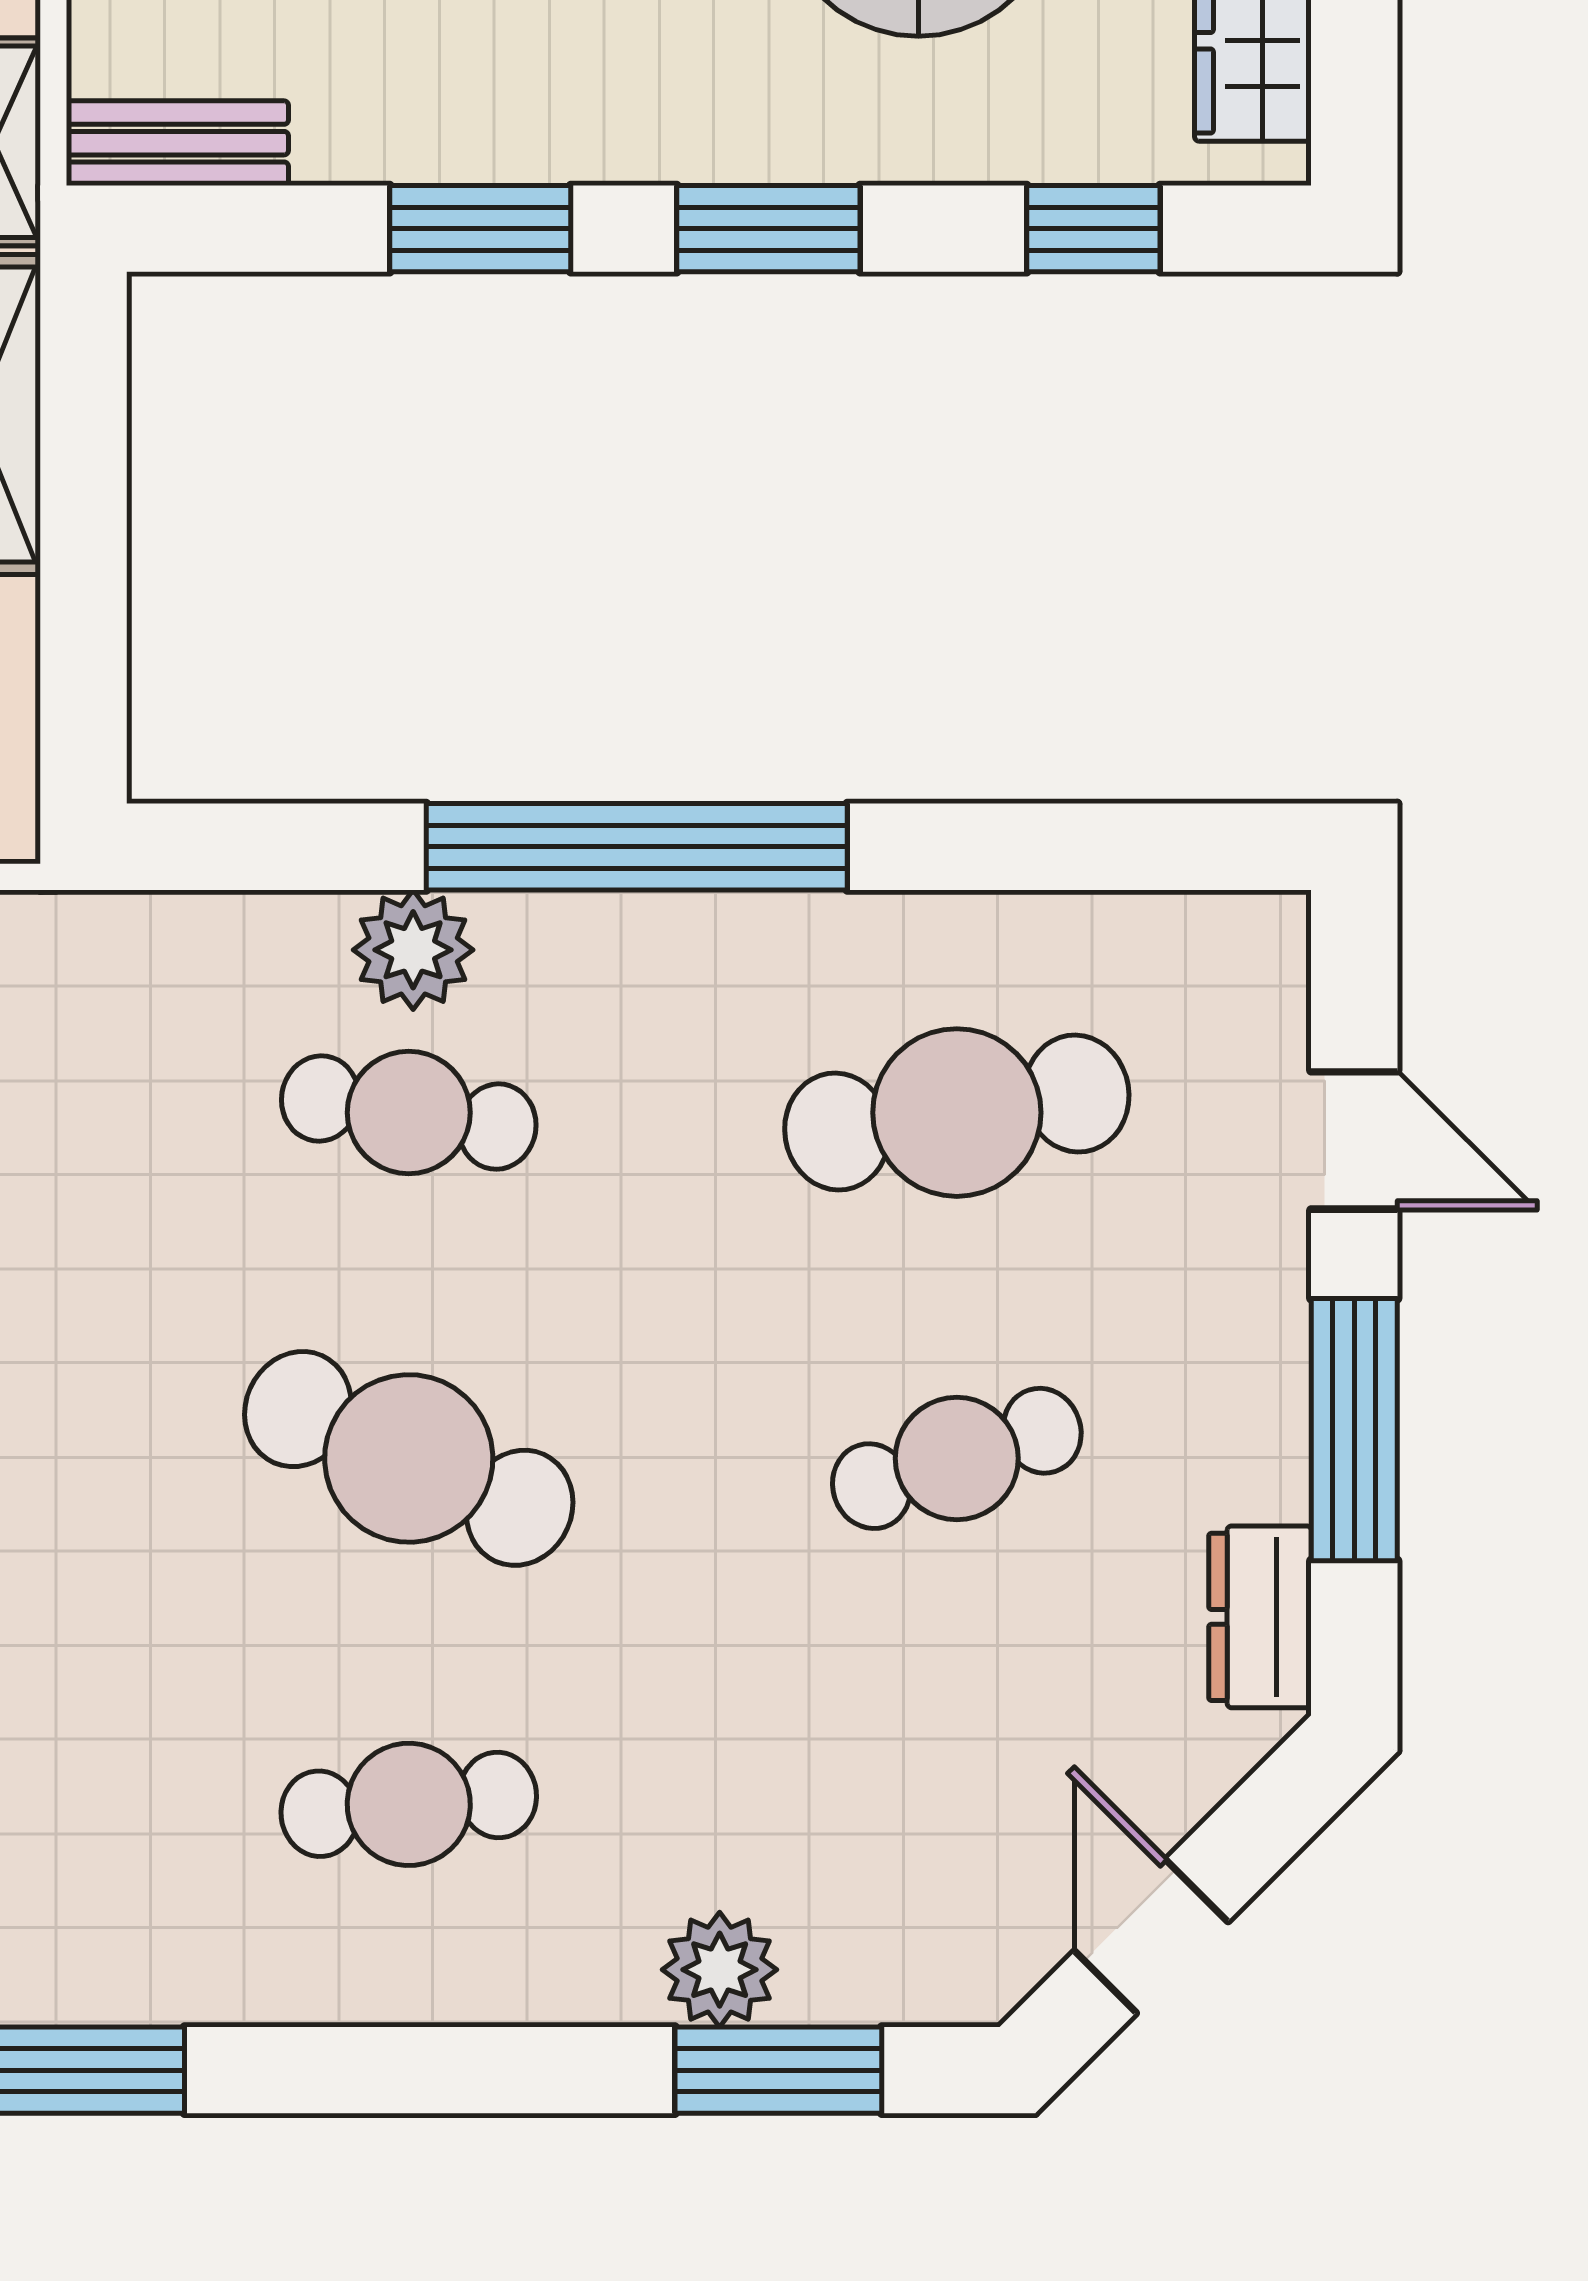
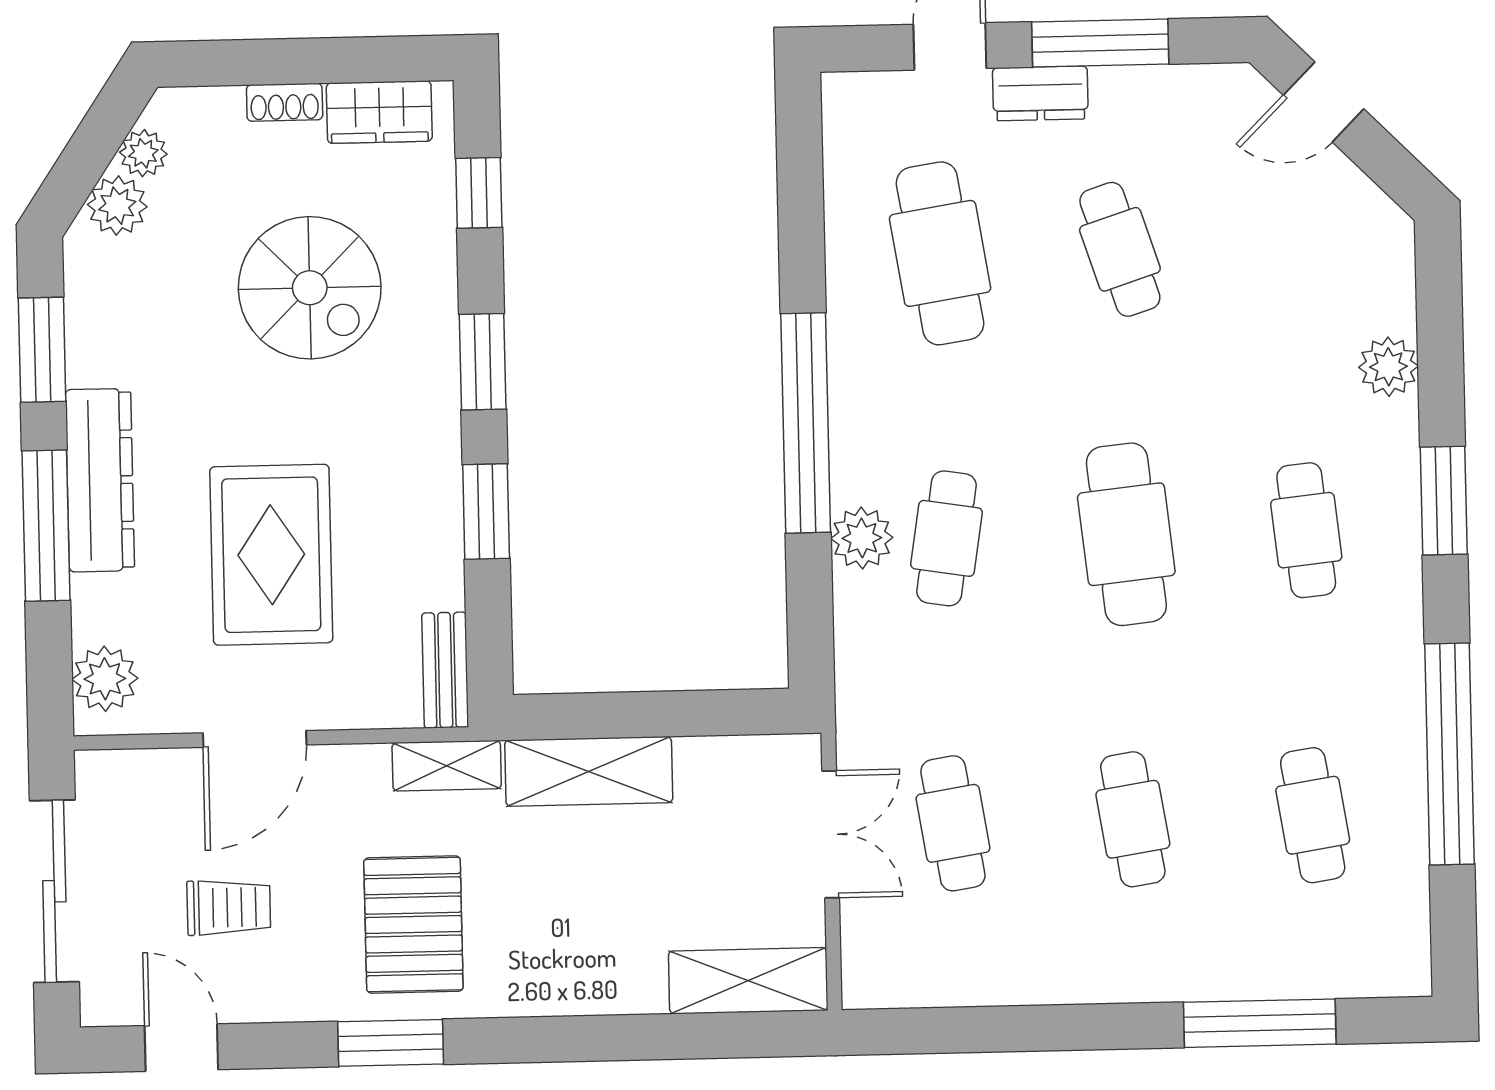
cafe table: (409, 1458) -> (1126, 534), turned -30
dresser: (1260, 1617) -> (1040, 93), moved
door: (1151, 1936) -> (1324, 102), moved
window: (778, 2070) -> (1444, 501), moved

